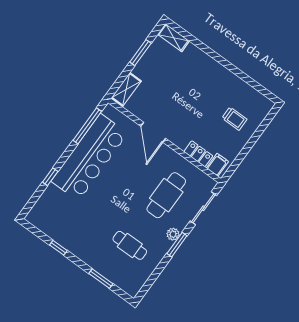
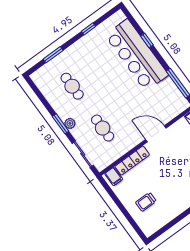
locker: (198, 154) -> (132, 161), width x1.53
bar counter: (89, 157) -> (137, 55), moved
cafe table: (166, 195) -> (103, 128), width x0.73, depth x0.74
cafe table: (130, 245) -> (72, 86), turned 90

